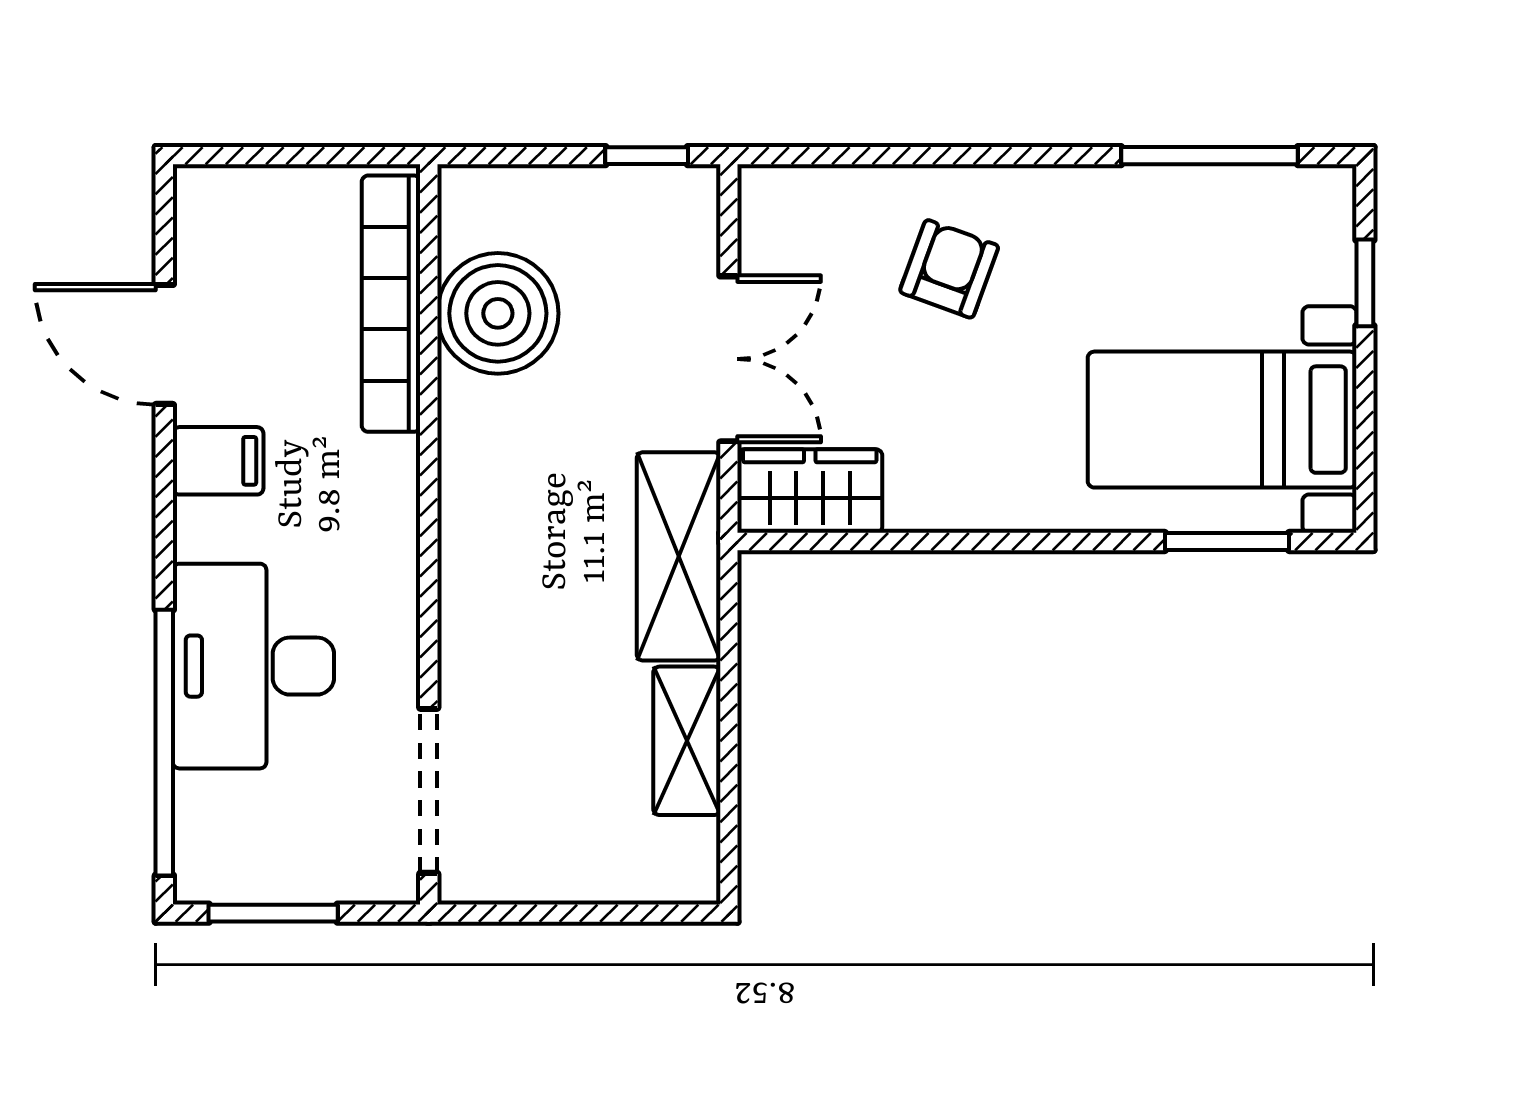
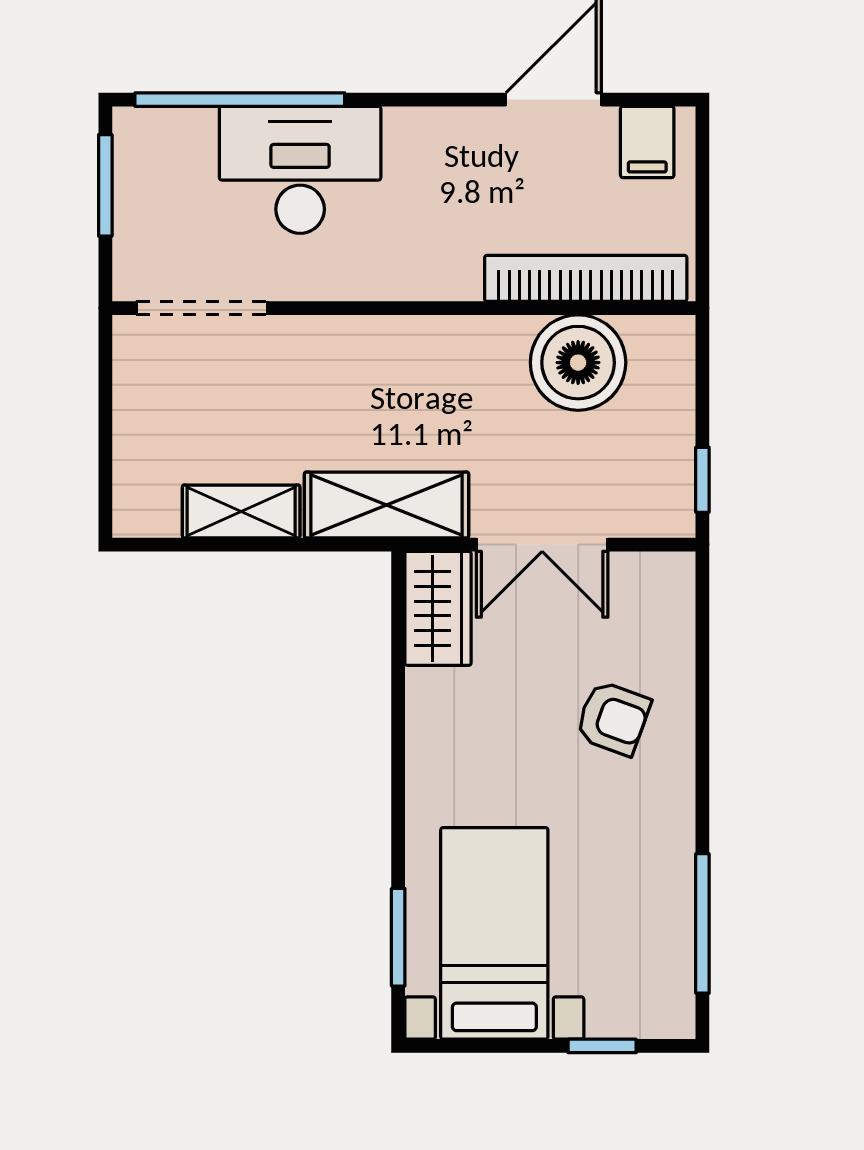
filing cabinet: (218, 461) -> (647, 142), moved

